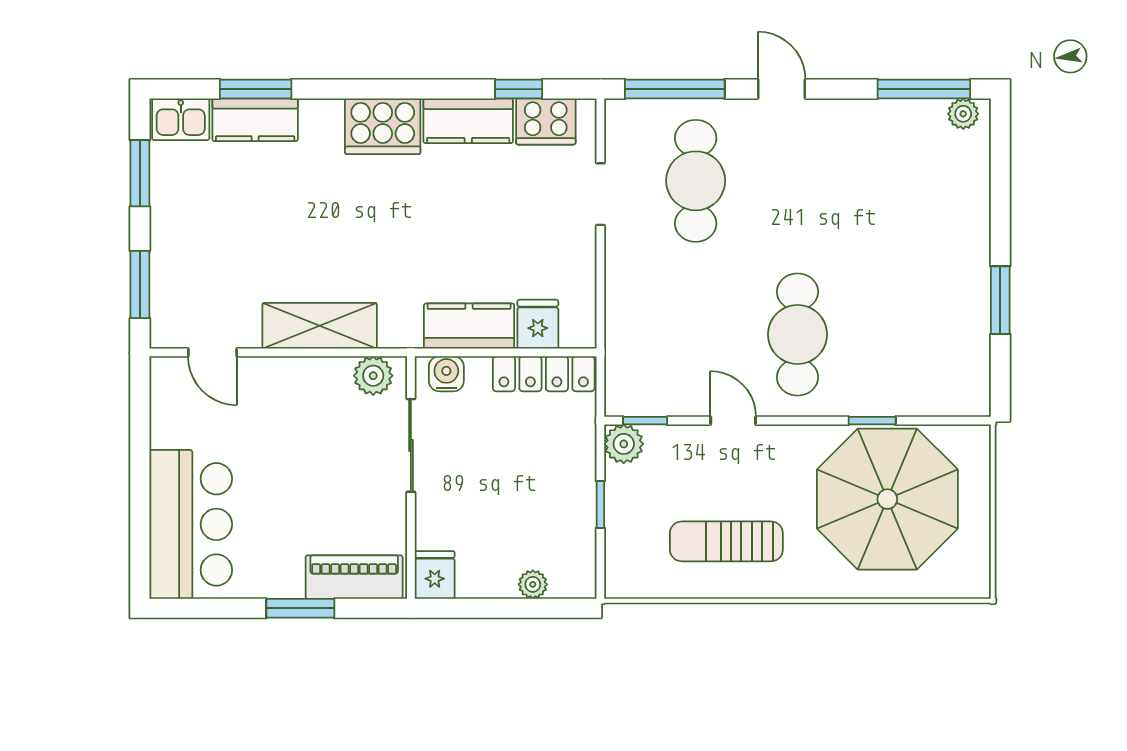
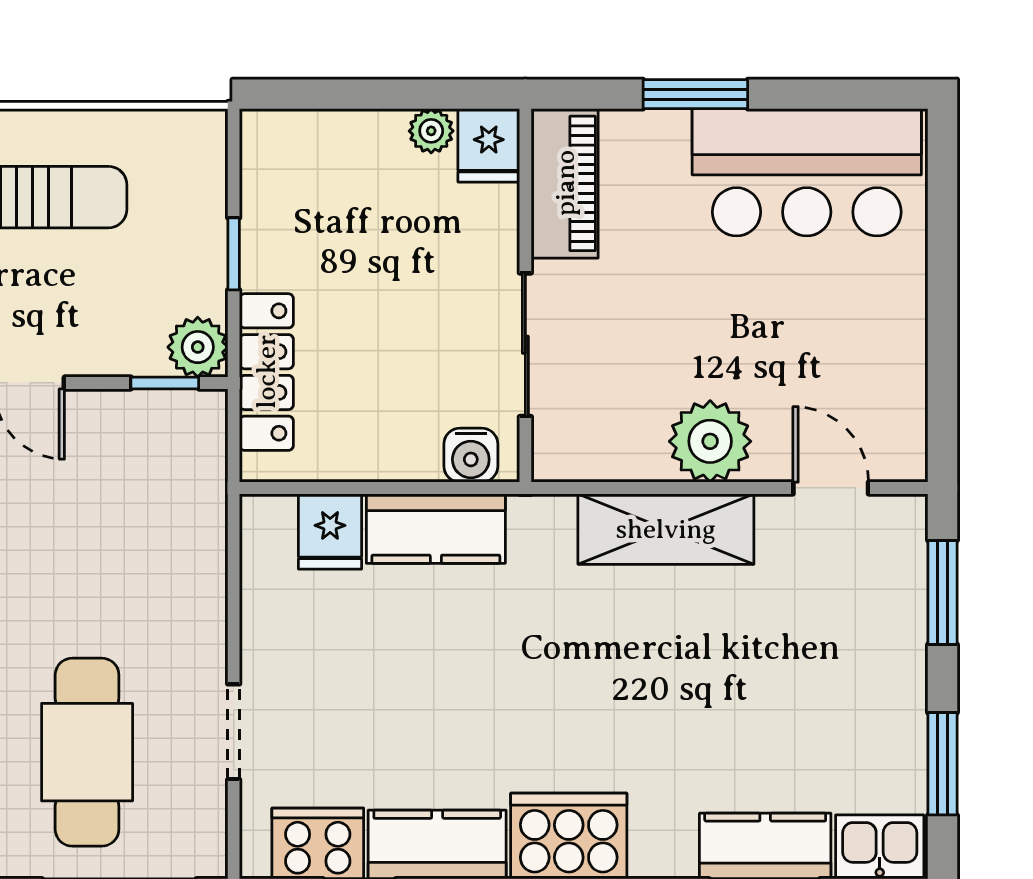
locker: (544, 374) -> (266, 372), moved, turned 90
plant: (373, 376) -> (710, 441), moved, width x1.36, depth x1.36
bar counter: (191, 524) -> (807, 172), moved, turned -90
piano: (354, 577) -> (565, 183), moved, turned -90
plant: (533, 584) -> (431, 131), moved

